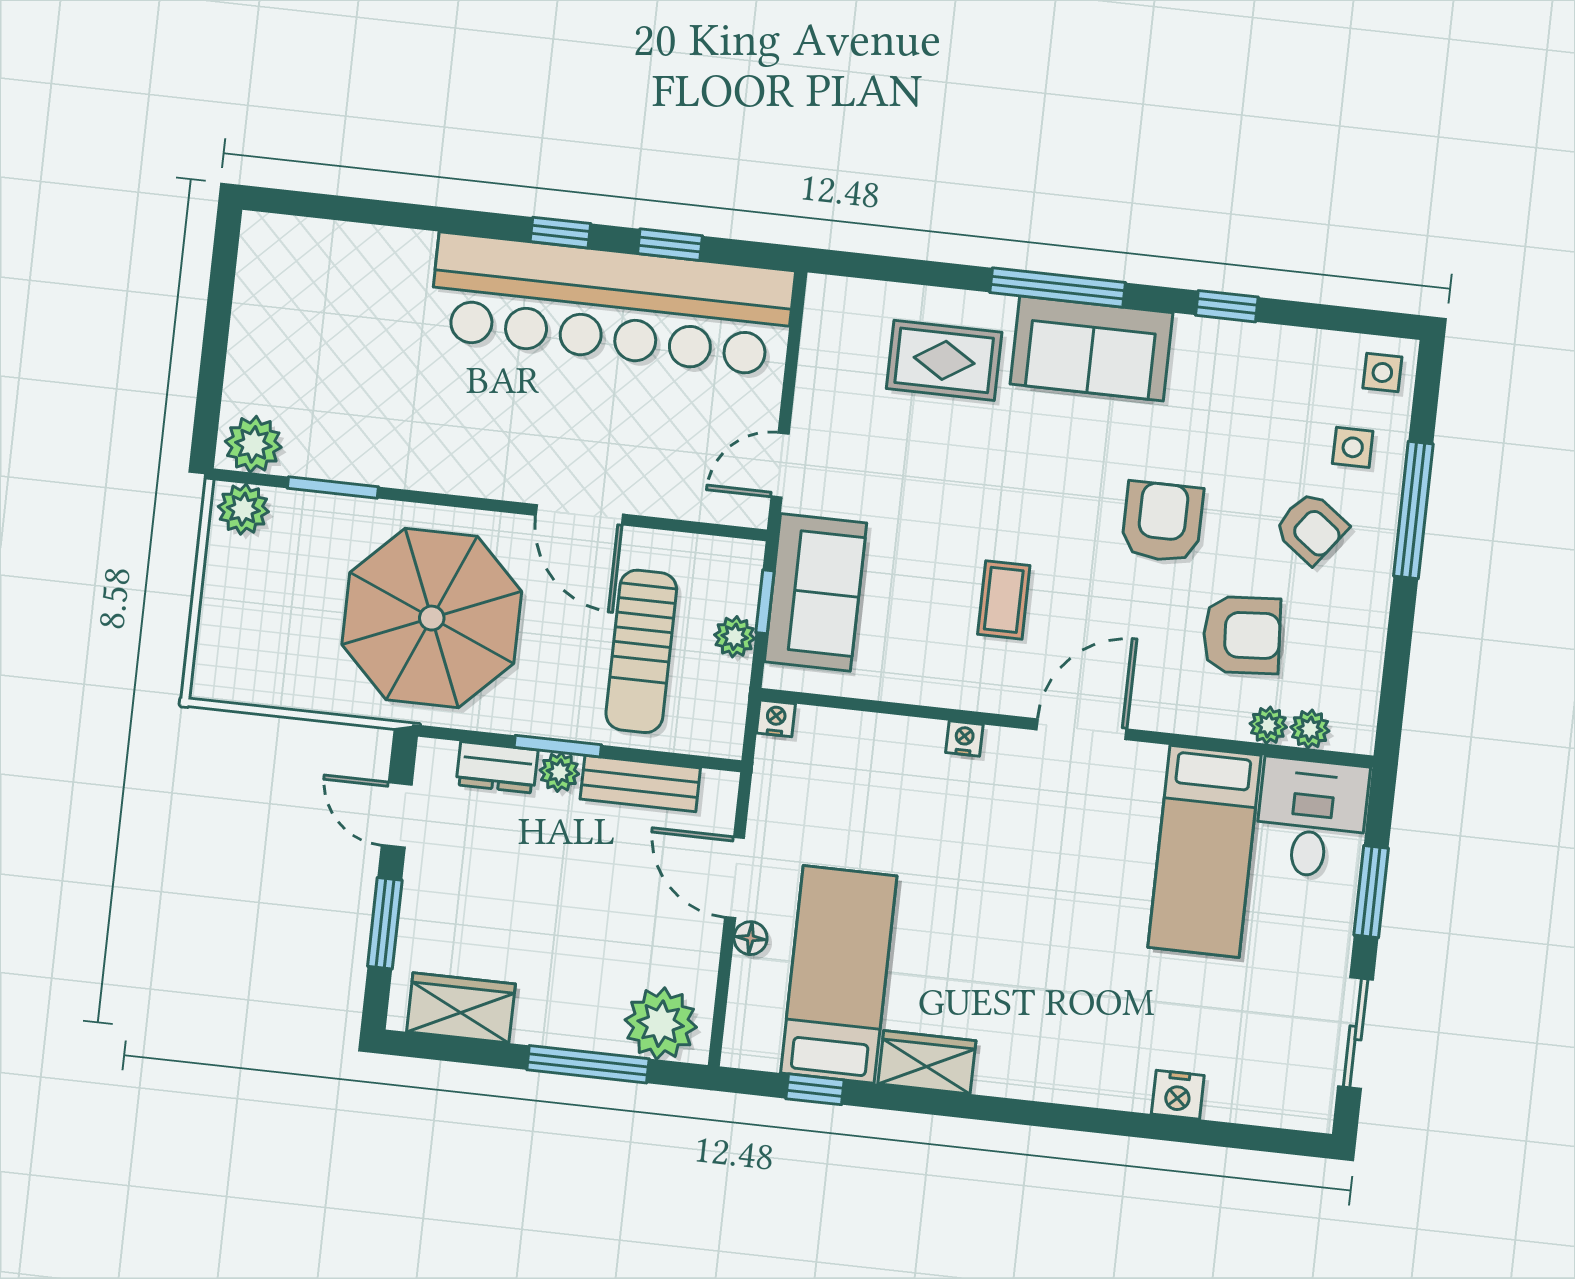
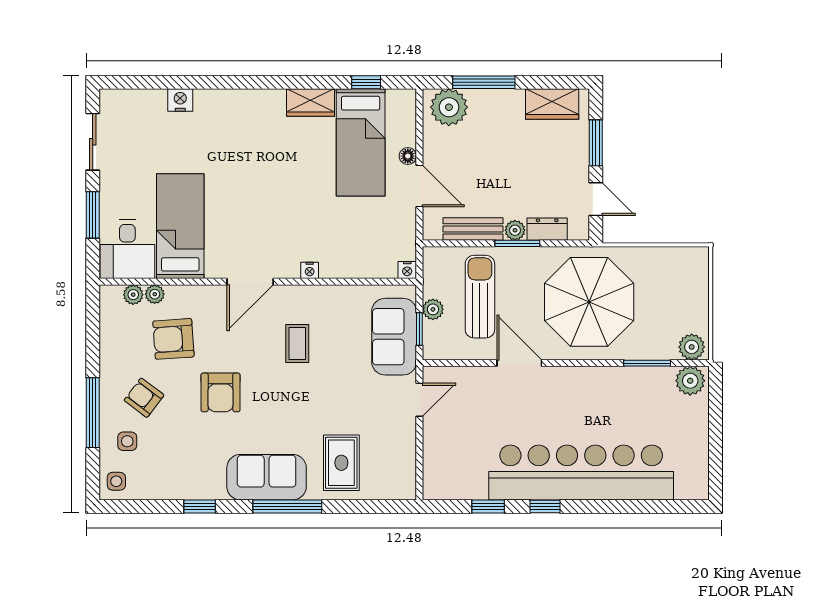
bar counter: (612, 305) -> (581, 472), moved
rug: (944, 360) -> (341, 463), turned 90

